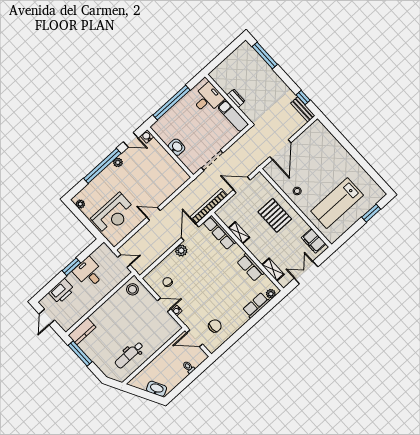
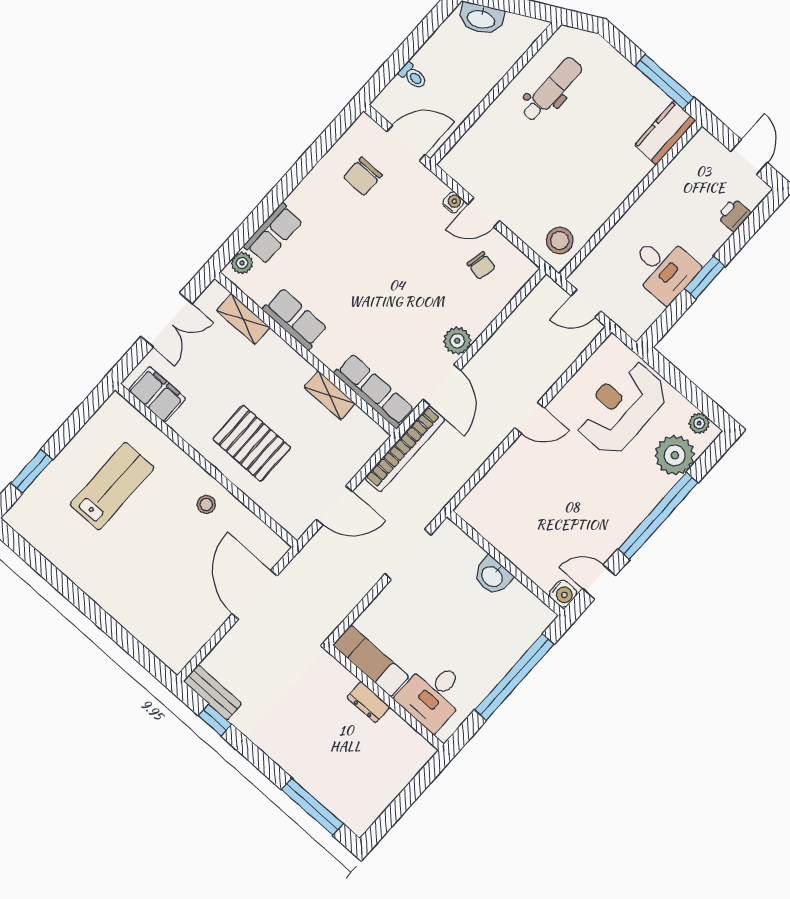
plant: (118, 162) -> (675, 455), moved, width x1.88, depth x1.88
lab bench: (337, 203) -> (112, 486), width x0.73, depth x0.72
printer: (61, 291) -> (734, 215), width x0.53, depth x0.68

